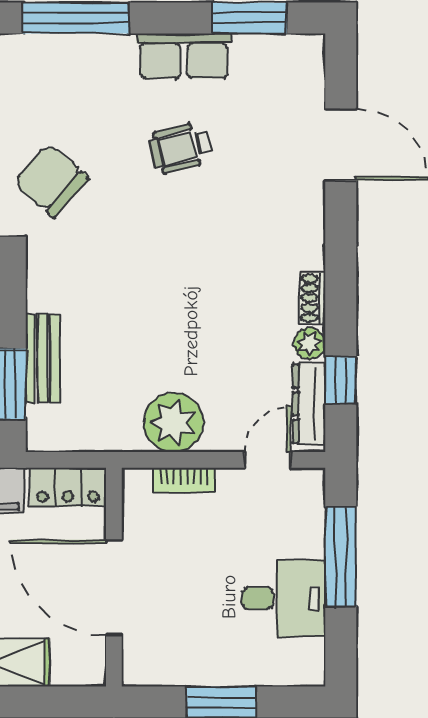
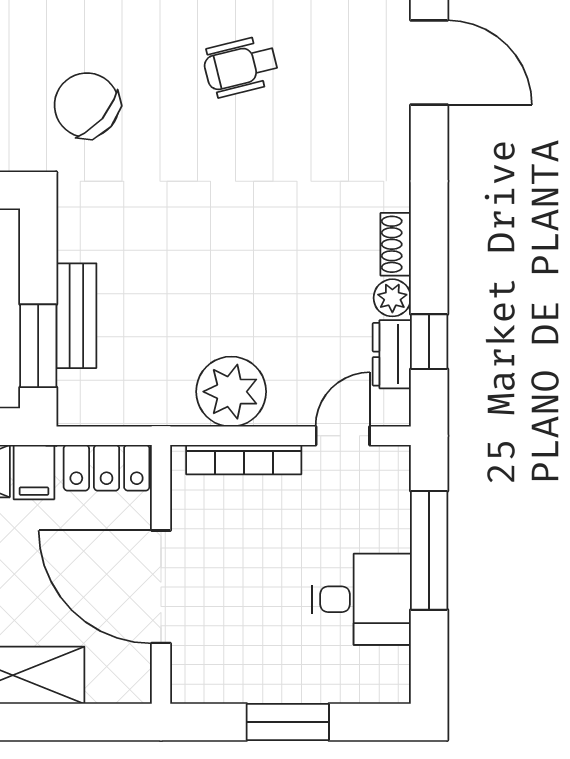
dresser: (309, 404) -> (392, 354), width x0.70
bookcase: (184, 480) -> (244, 460), width x1.56

